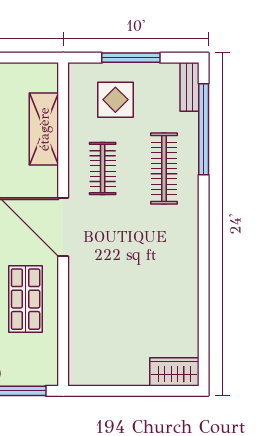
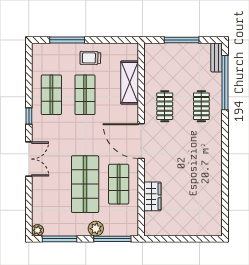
display table: (115, 100) -> (172, 65), removed
clothes rail: (164, 169) -> (201, 106), width x0.73
wardrobe: (174, 372) -> (152, 196), moved, turned 90

